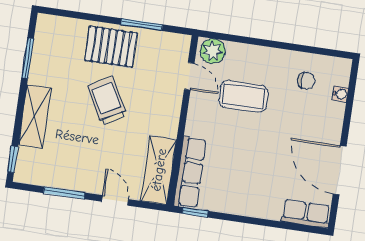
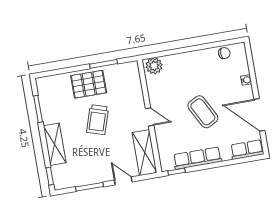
door: (189, 76) -> (150, 117), moved
chair: (306, 81) -> (224, 53), moved
water cooler: (340, 94) -> (246, 80), moved
coffee table: (243, 96) -> (203, 112), moved, turned 62
trolley: (107, 101) -> (98, 120), turned -133
row of seats: (190, 172) -> (197, 158), moved, turned -90

